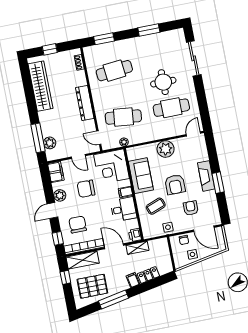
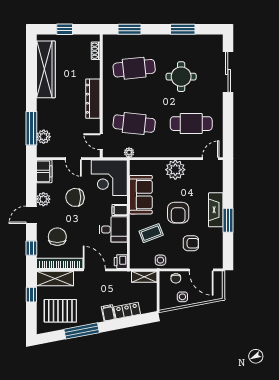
round table: (163, 82) -> (181, 77), moved
armchair: (191, 208) -> (191, 243), turned 90
shelving: (137, 248) -> (144, 277), moved

